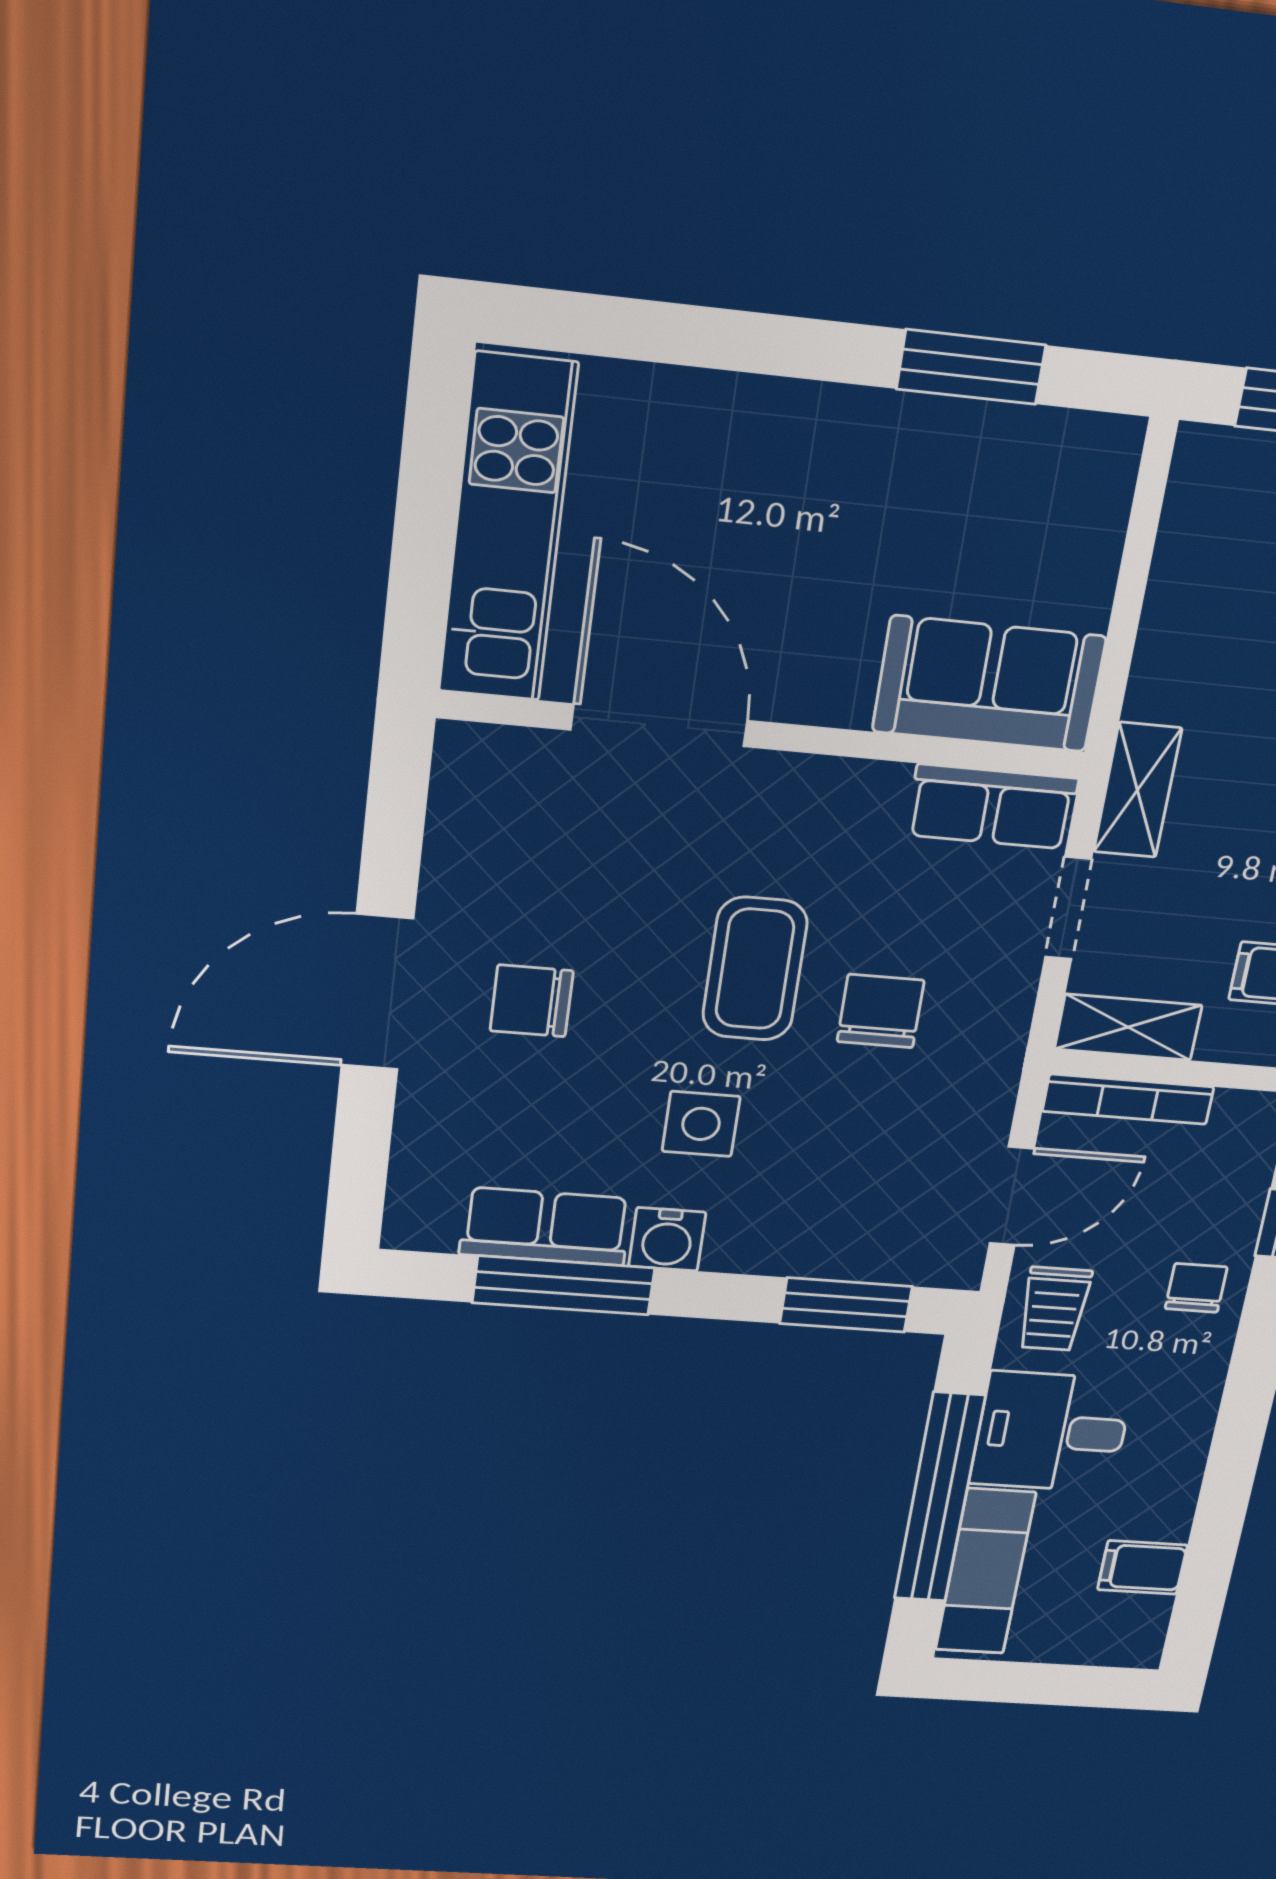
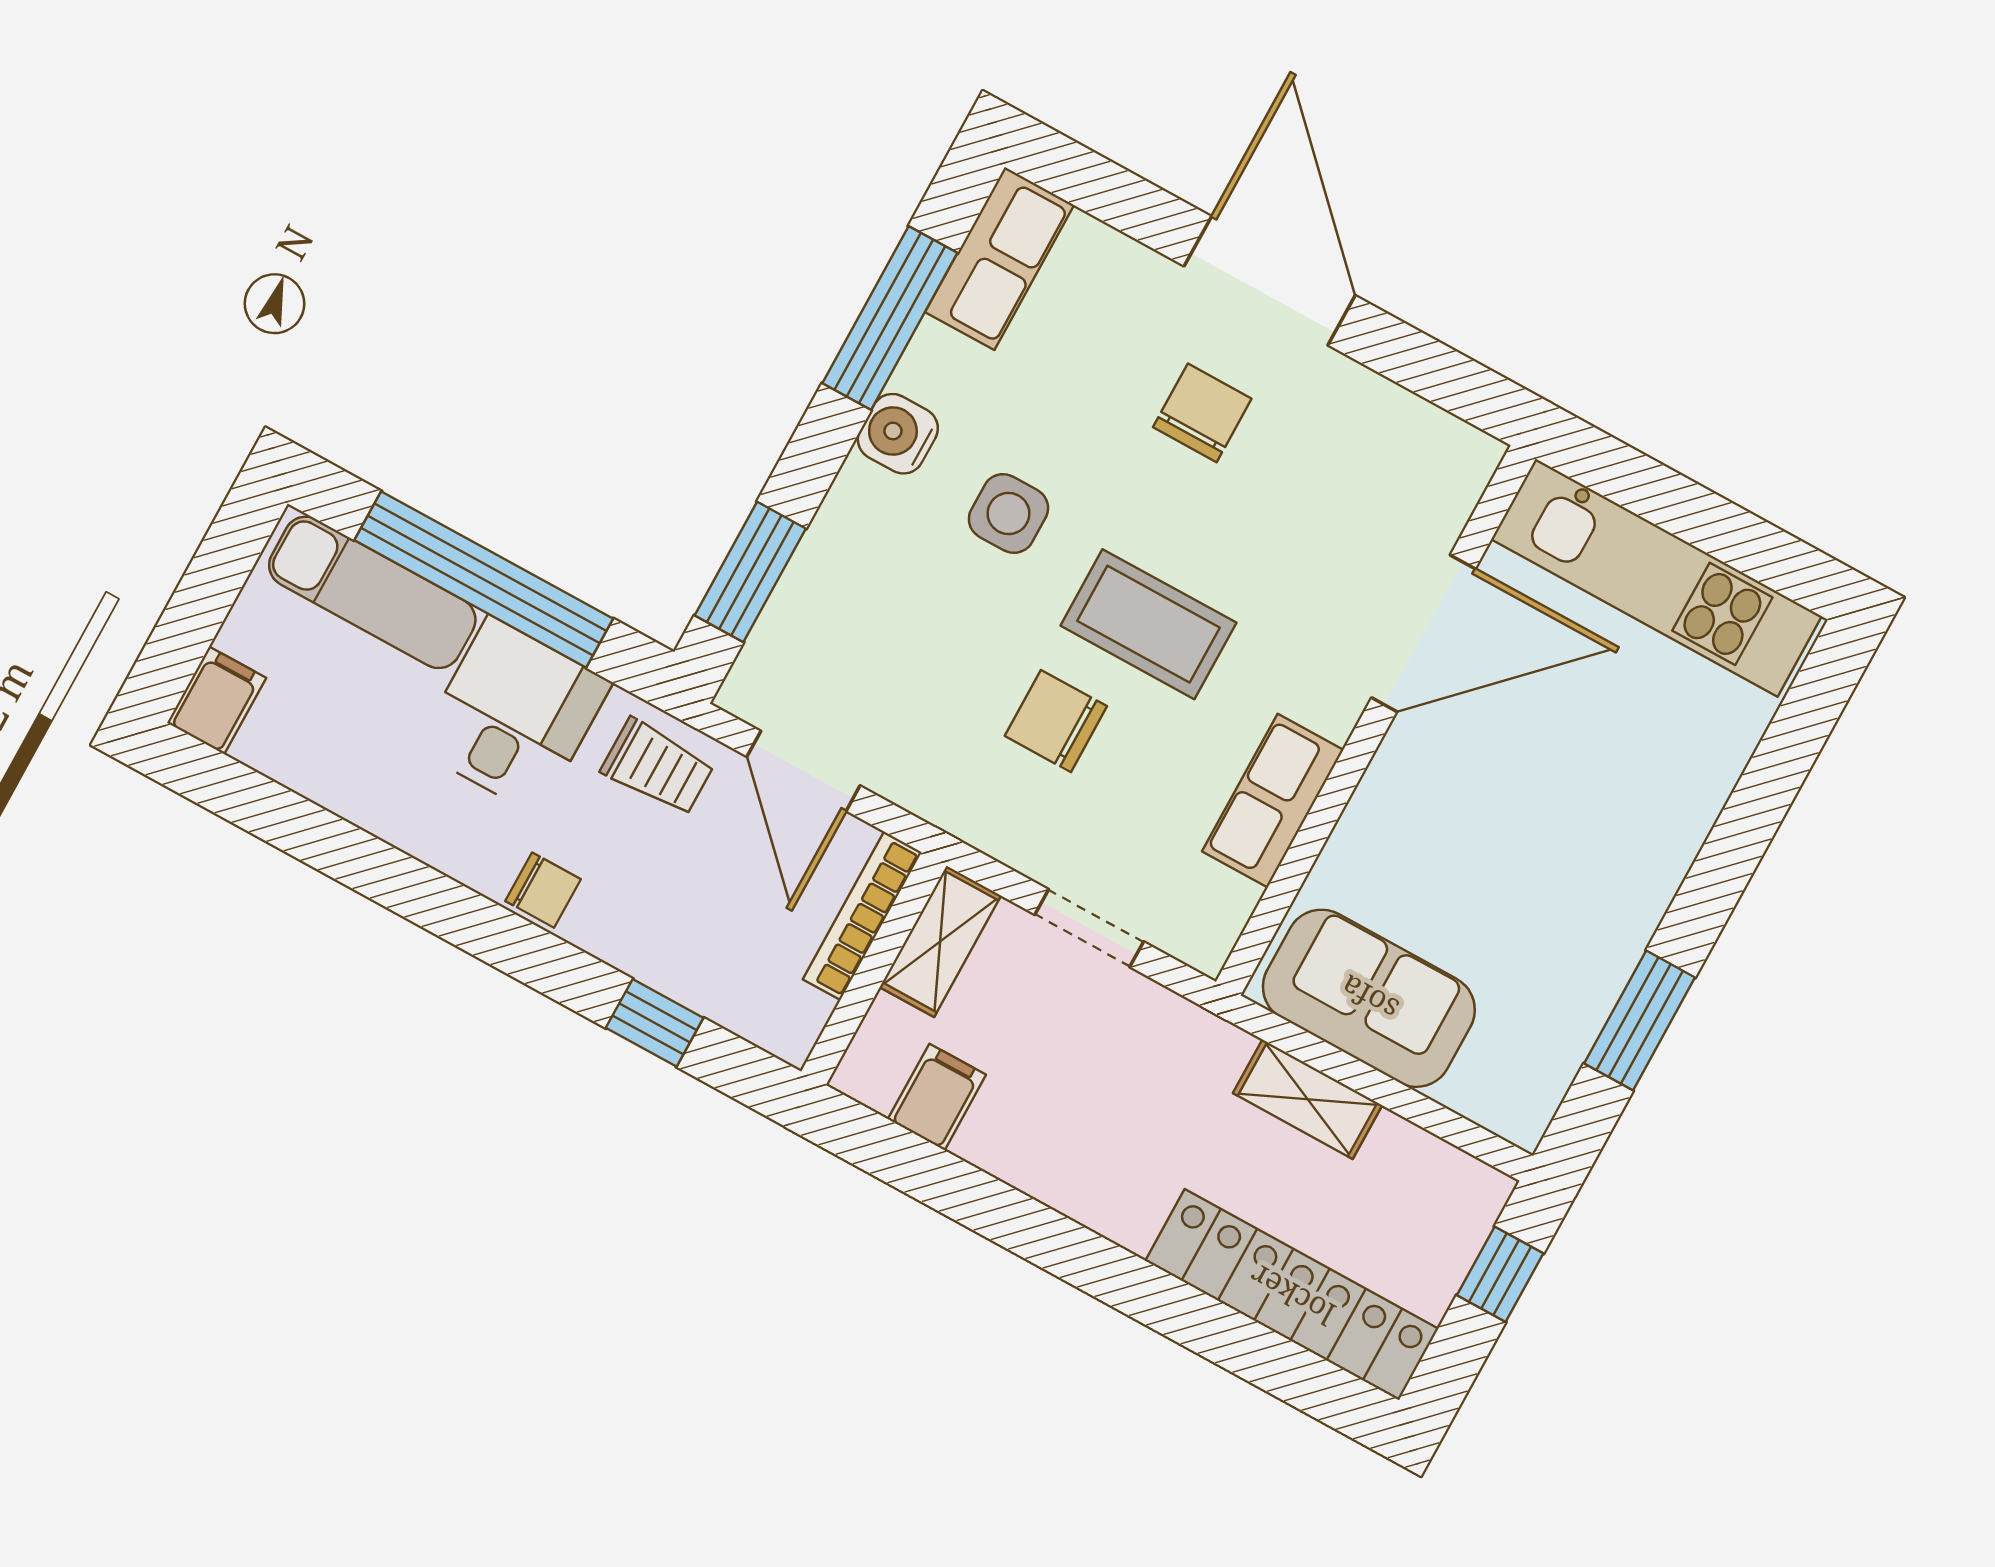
sofa: (989, 684) -> (1369, 998), moved, turned -90
shelving: (1138, 790) -> (1308, 1099), moved
row of seats: (992, 807) -> (1273, 801), moved
chair: (881, 1011) -> (1056, 721), turned 180
row of seats: (545, 1226) -> (1000, 259), moved
chair: (1196, 1288) -> (543, 890), moved
trolley: (1054, 1309) -> (657, 767), turned 180
filing cabinet: (1142, 1567) -> (217, 700), moved

